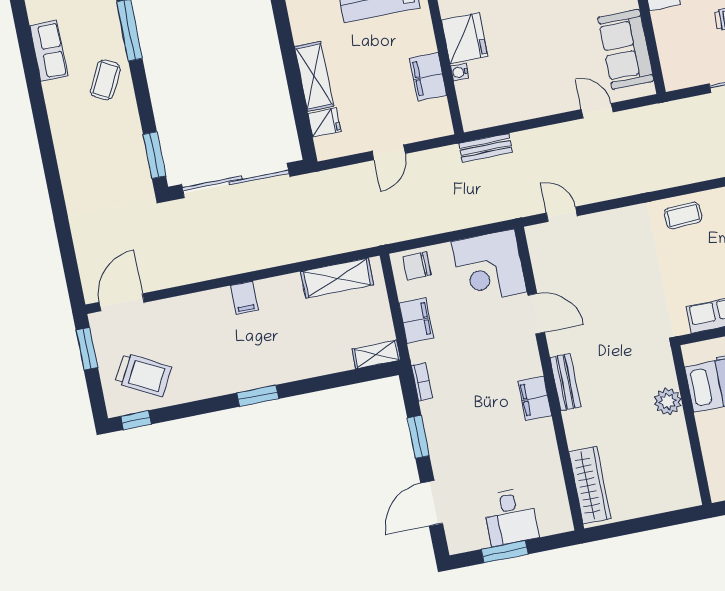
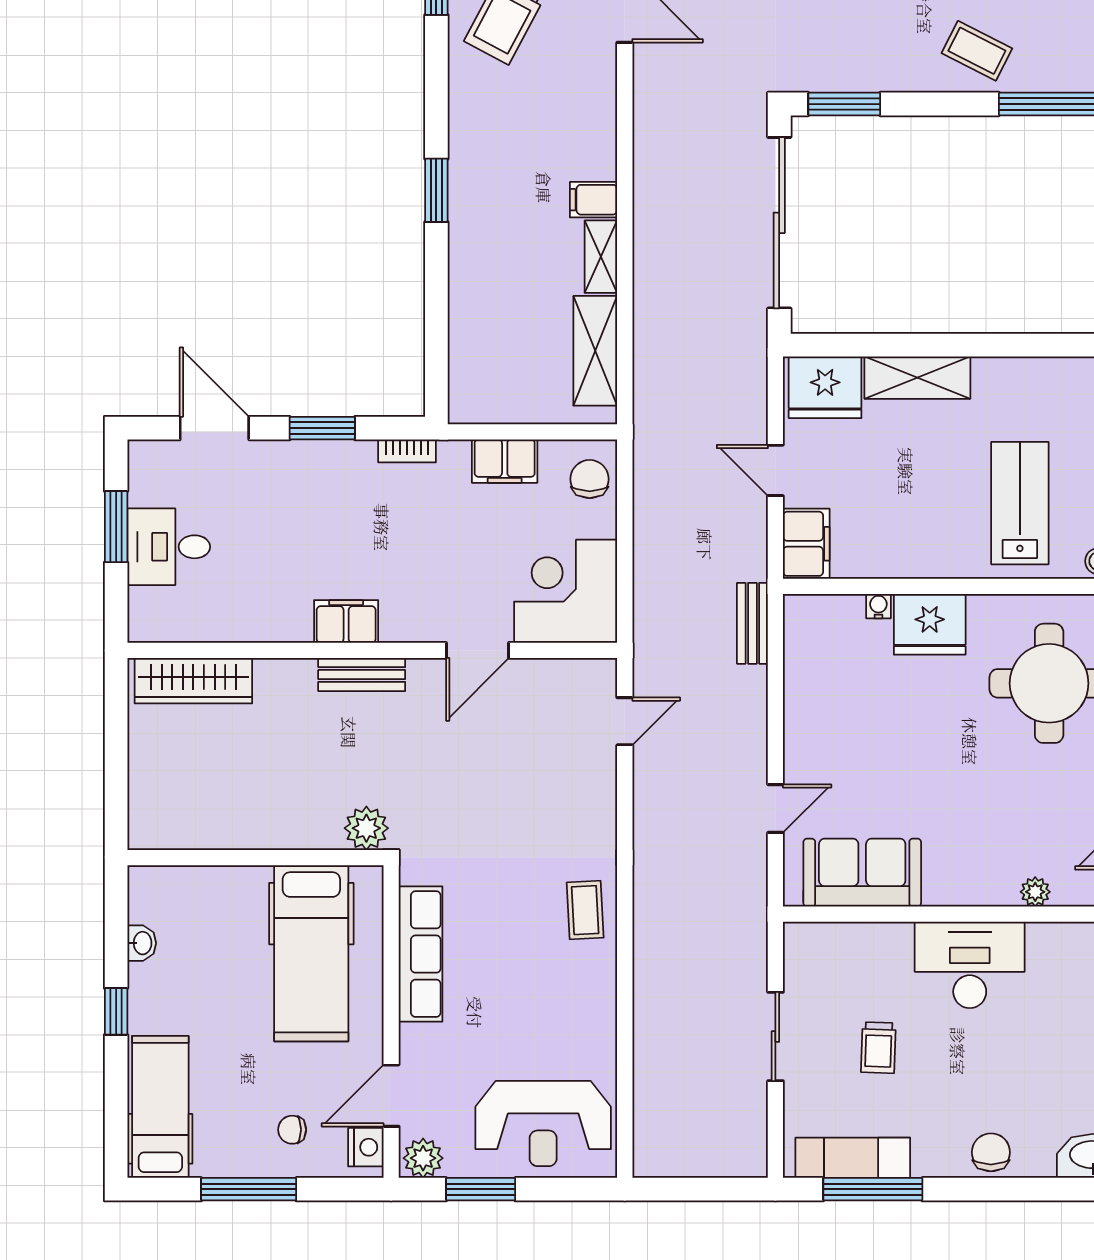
filing cabinet: (428, 77) -> (806, 544), moved, turned 90
fridge: (324, 122) -> (825, 387), width x1.88, depth x1.34
shelving: (376, 354) -> (601, 257), moved
plant: (668, 401) -> (366, 828), moved

